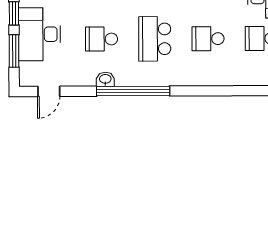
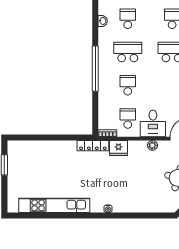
window: (133, 91) -> (95, 69), moved

